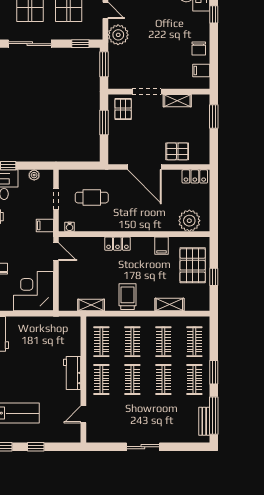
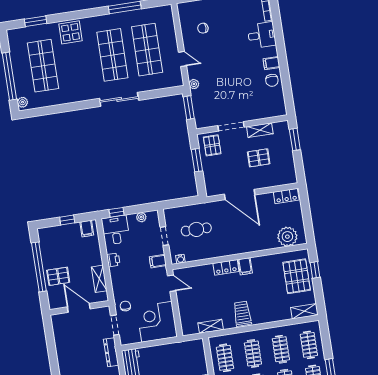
window: (214, 14) -> (281, 47), removed
plant: (118, 35) -> (194, 84), width x0.53, depth x0.53
window: (80, 44) -> (165, 92), removed
filing cabinet: (201, 71) -> (271, 63), moved
pallet: (177, 151) -> (259, 158), moved
filing cabinet: (162, 246) -> (245, 266), moved
window: (214, 277) -> (315, 270), moved
shelving: (169, 304) -> (304, 311), moved

